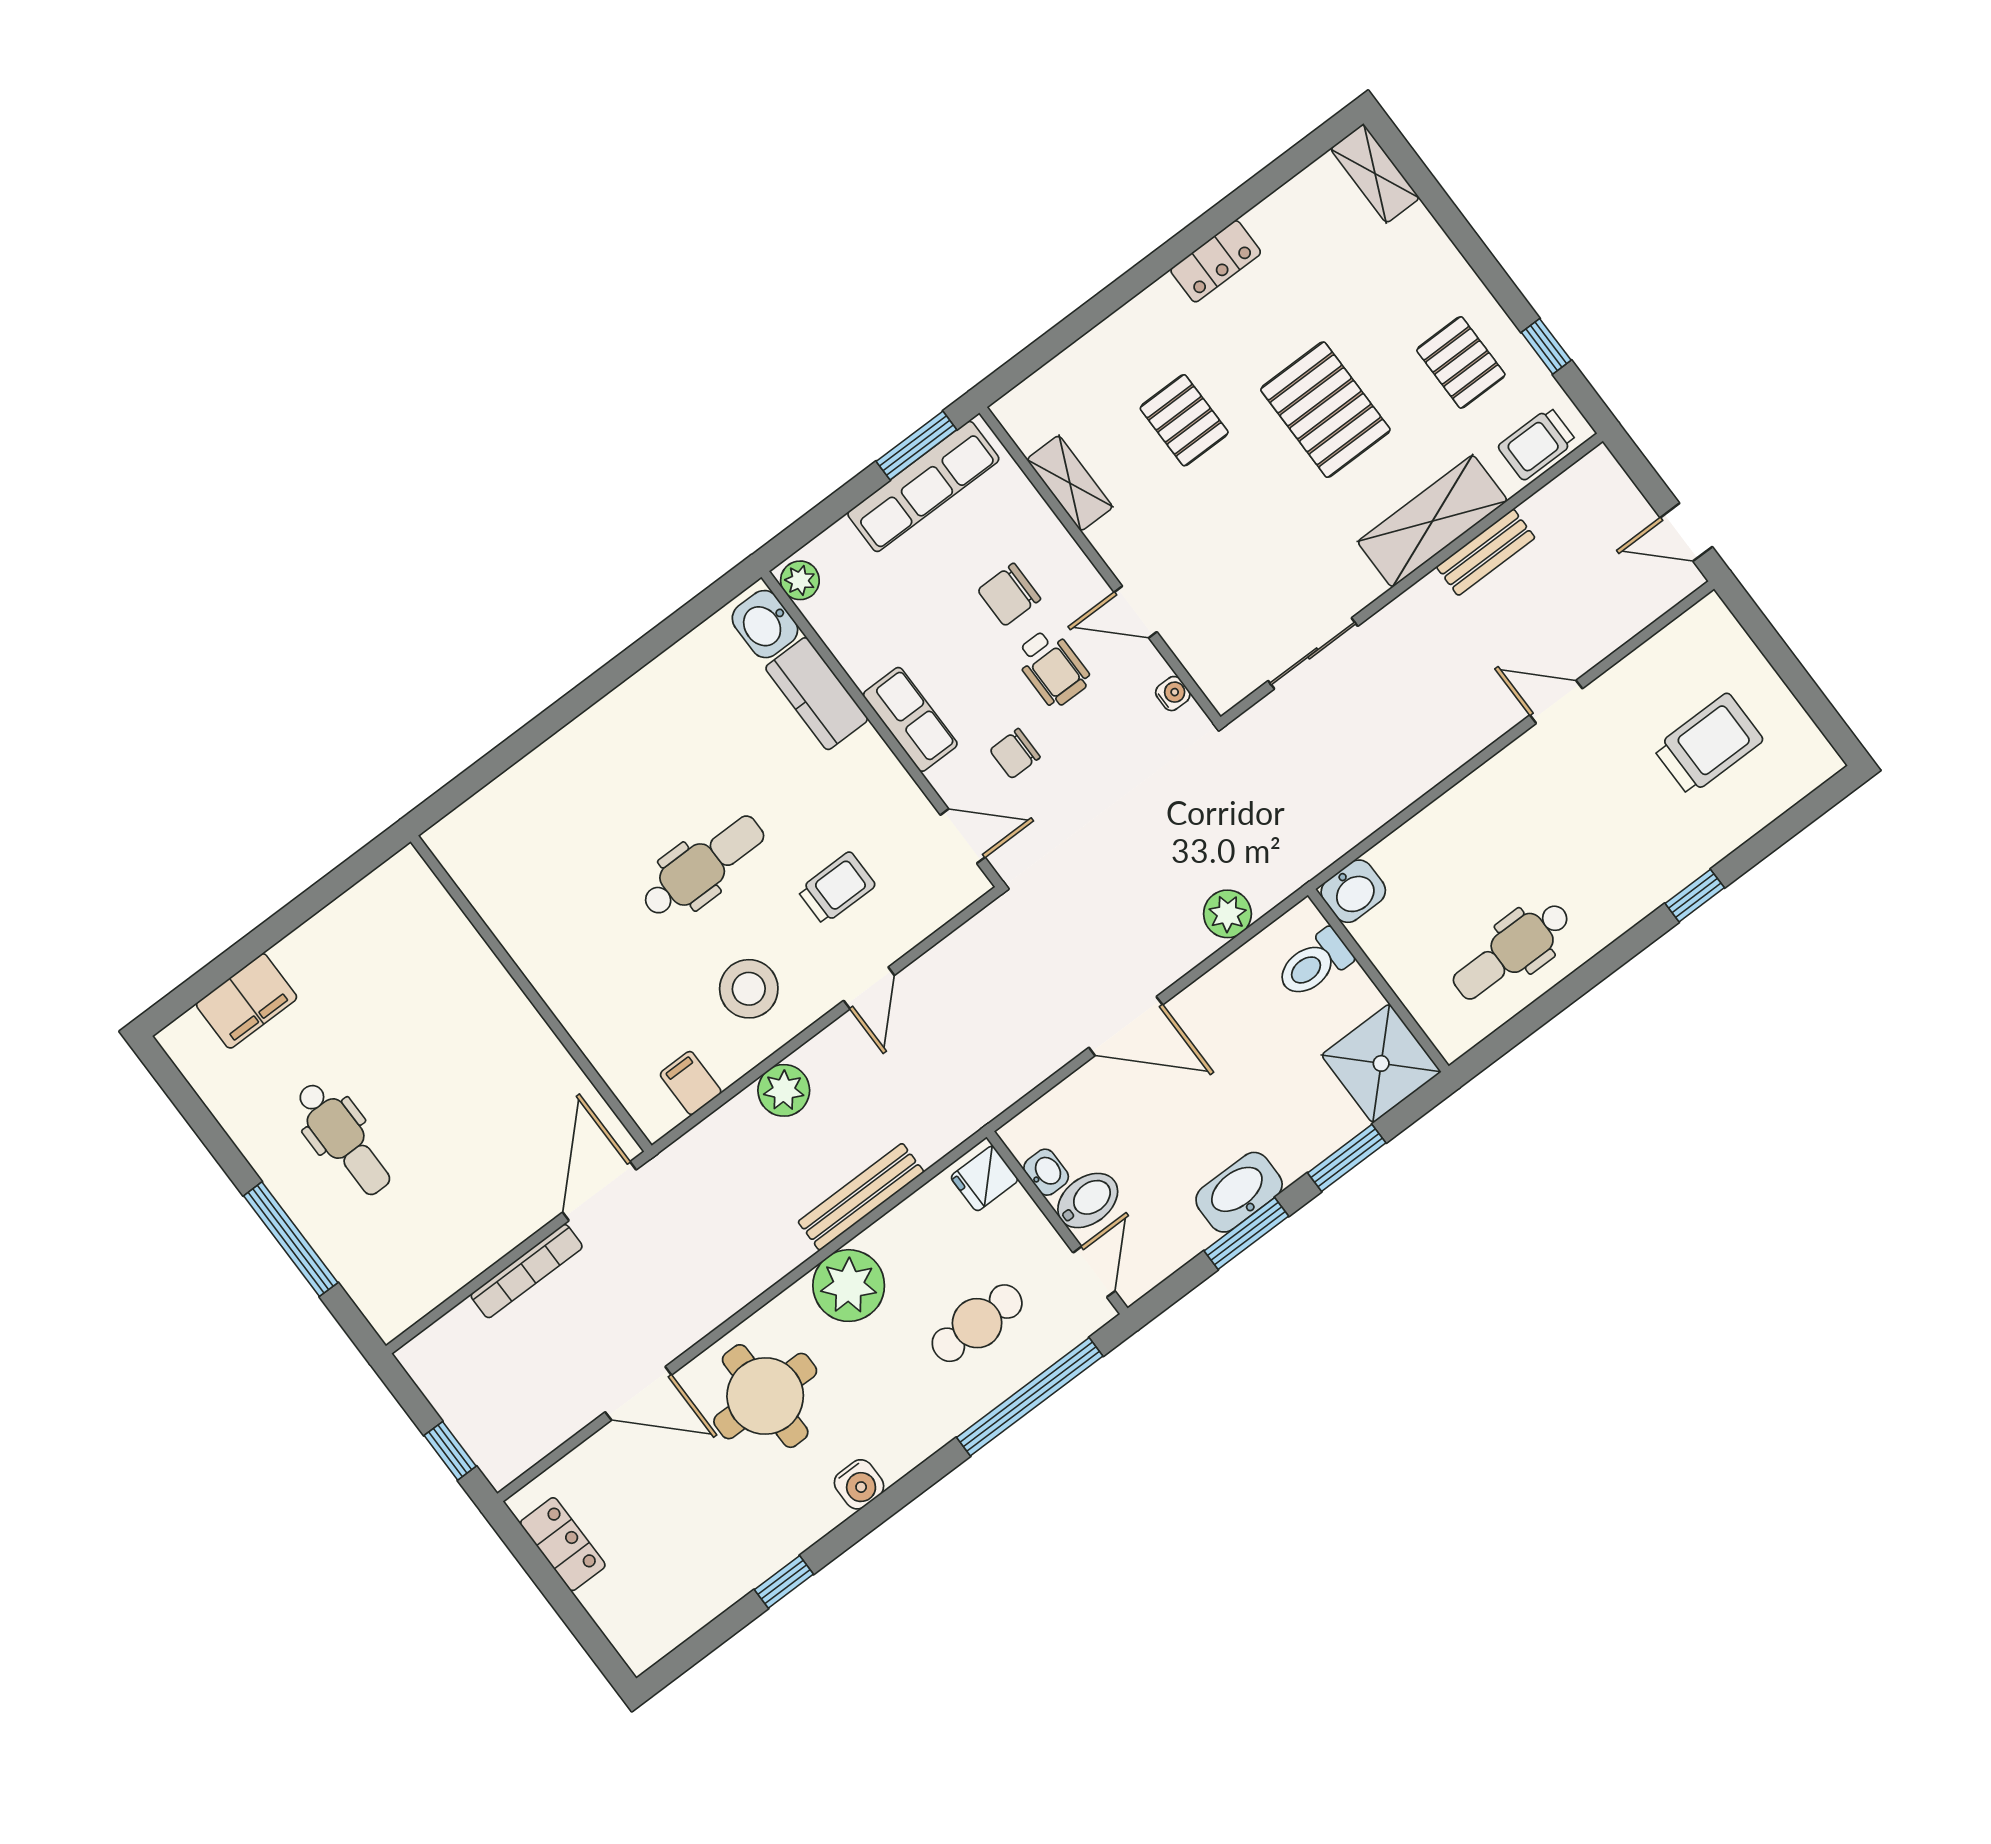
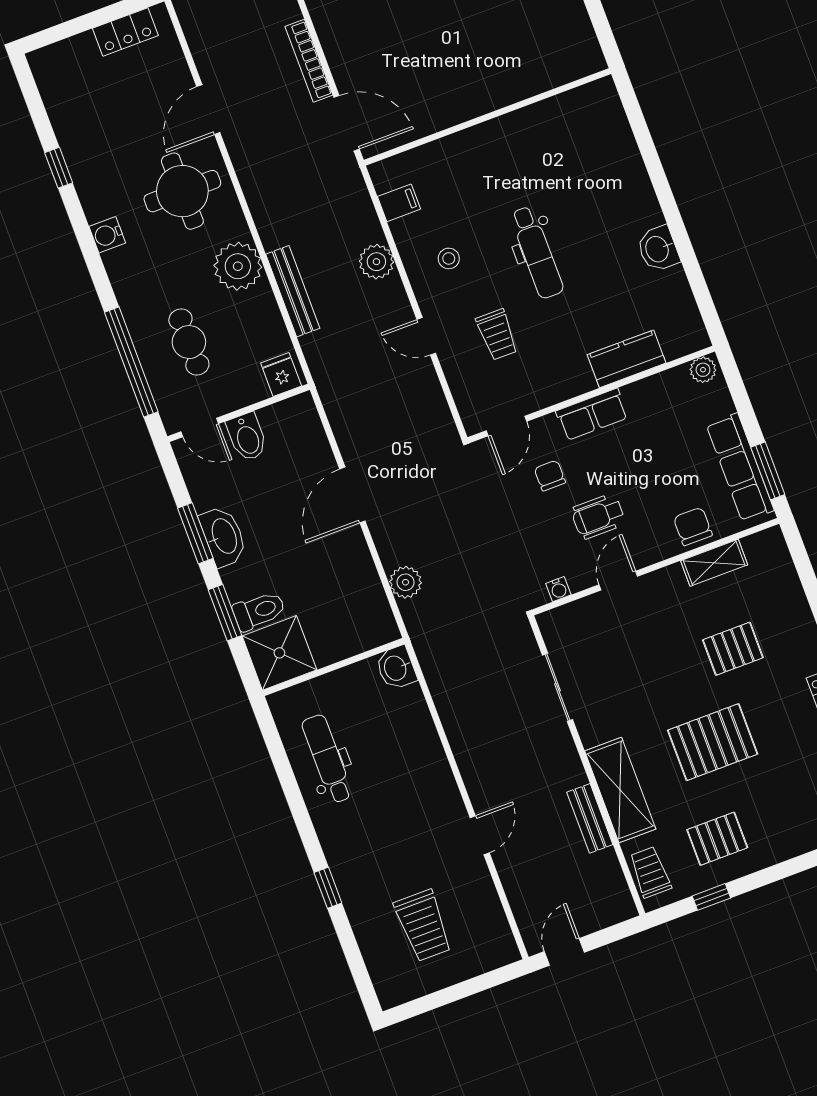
chair: (1009, 595) -> (693, 526), moved
washbasin: (765, 624) -> (658, 249), moved, turned -90
toilet: (1314, 964) -> (259, 611), moved, turned 90
stool: (749, 989) -> (449, 258), width x0.53, depth x0.53
washbasin: (1046, 1172) -> (273, 416), removed

